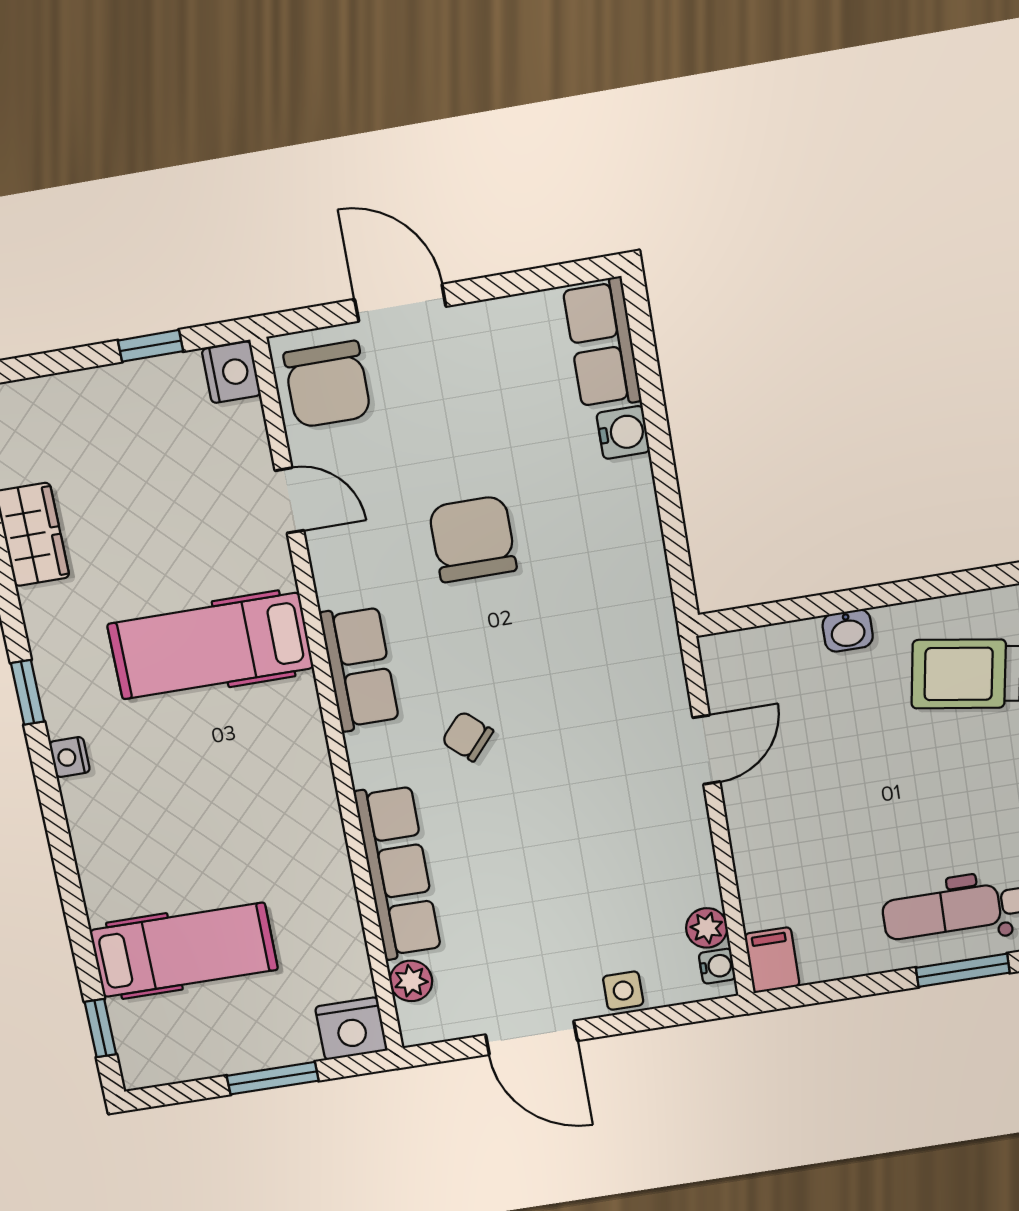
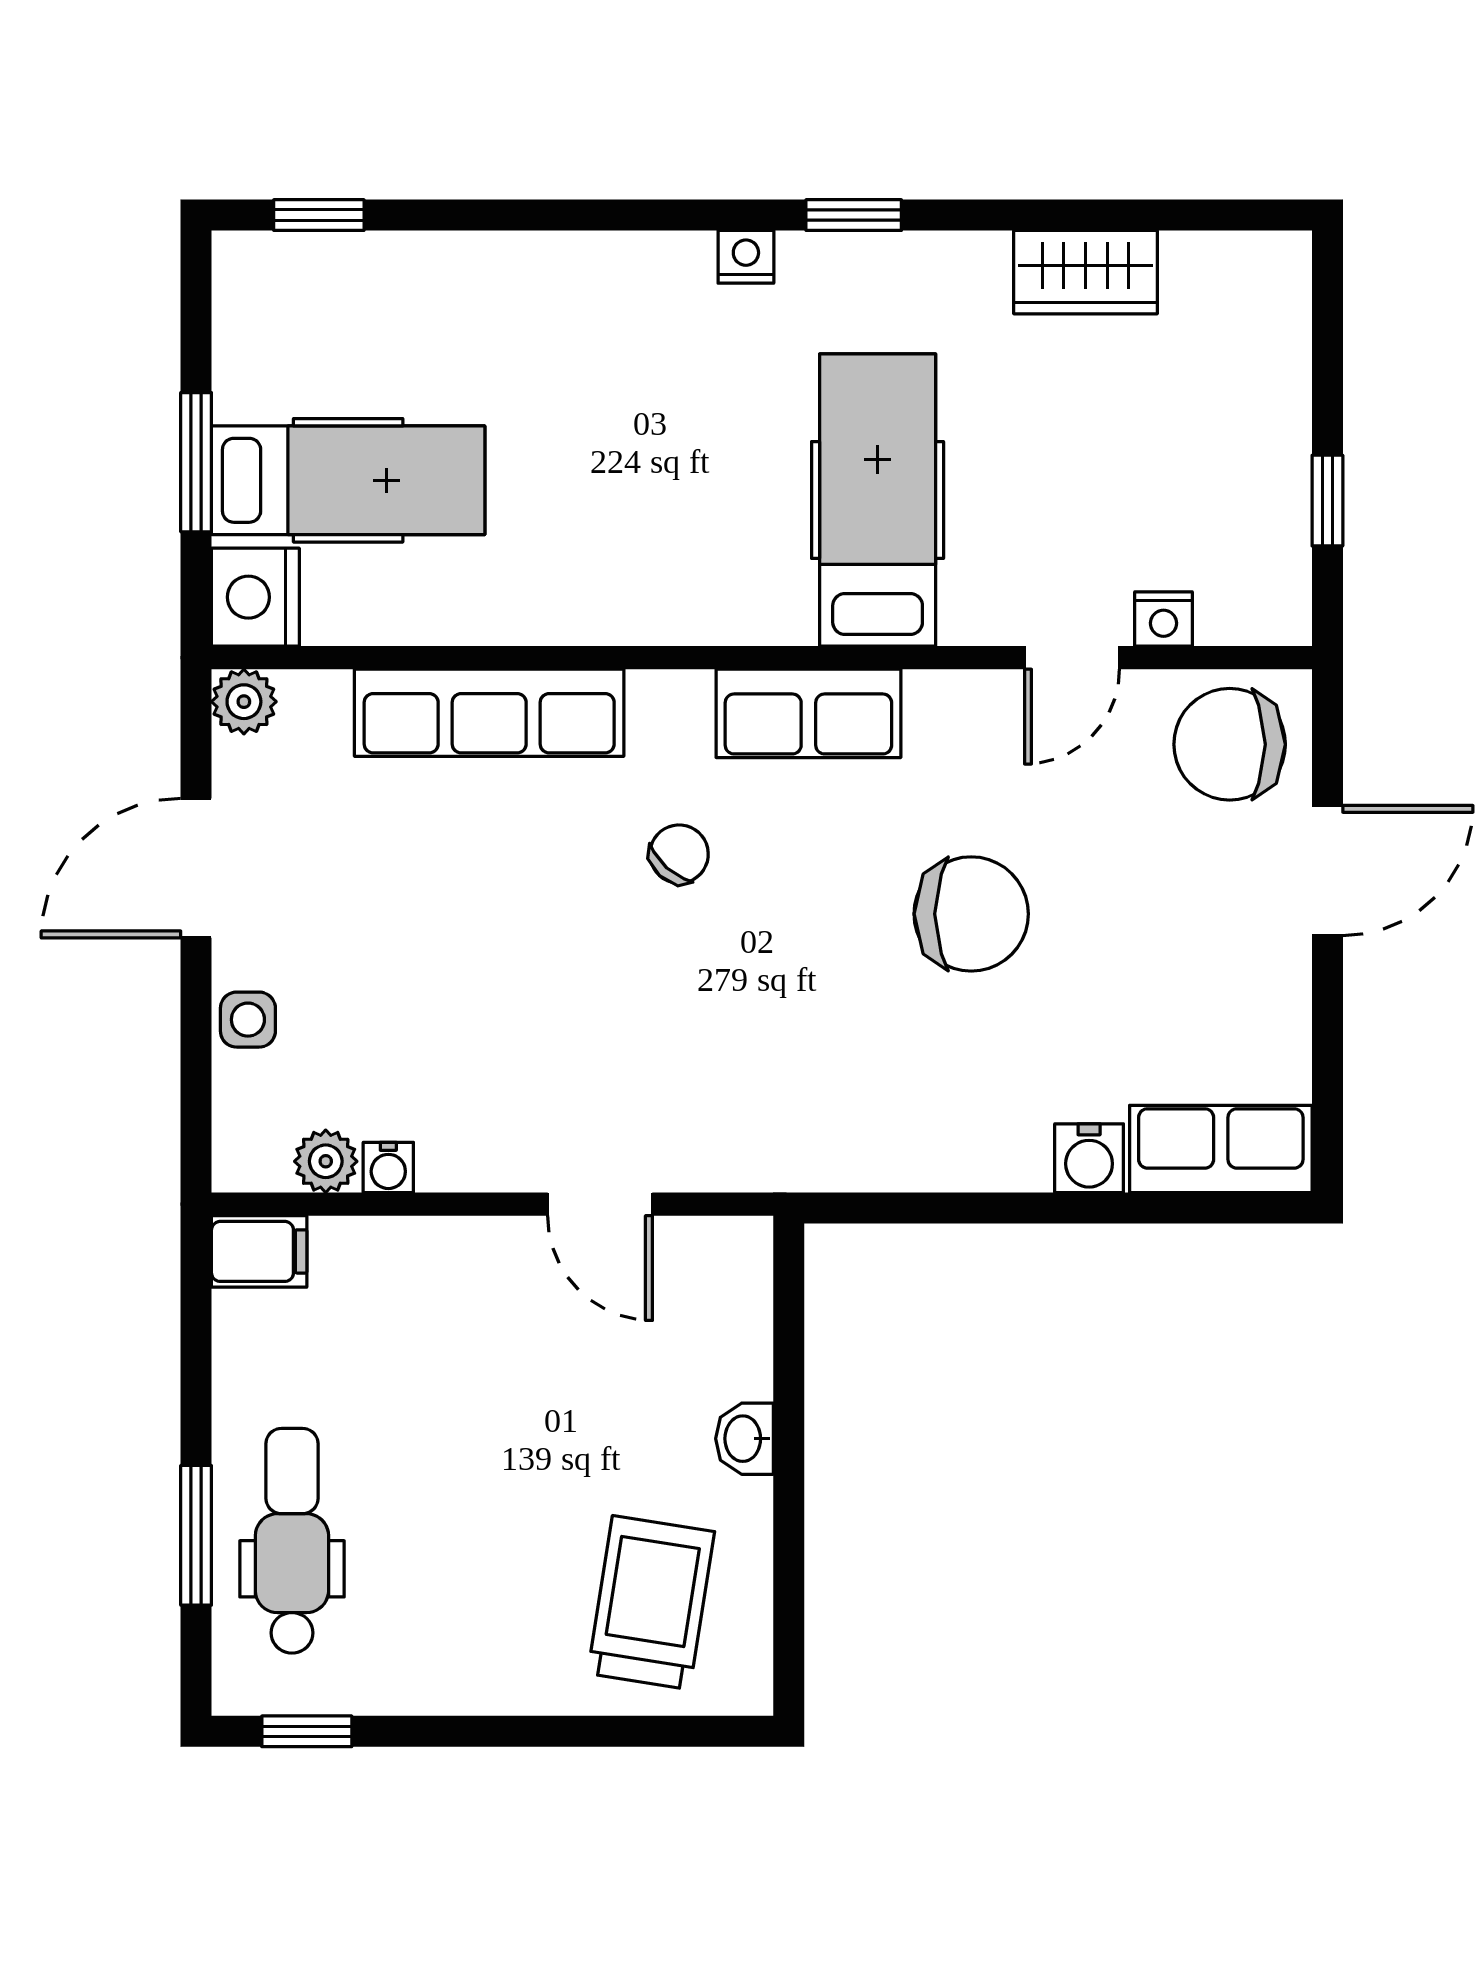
nightstand: (231, 372) -> (1164, 619), moved, width x0.72, depth x0.74
hospital bed: (184, 950) -> (348, 480), moved, turned -90
water cooler: (717, 966) -> (388, 1167), moved
plant: (411, 981) -> (244, 702), moved

